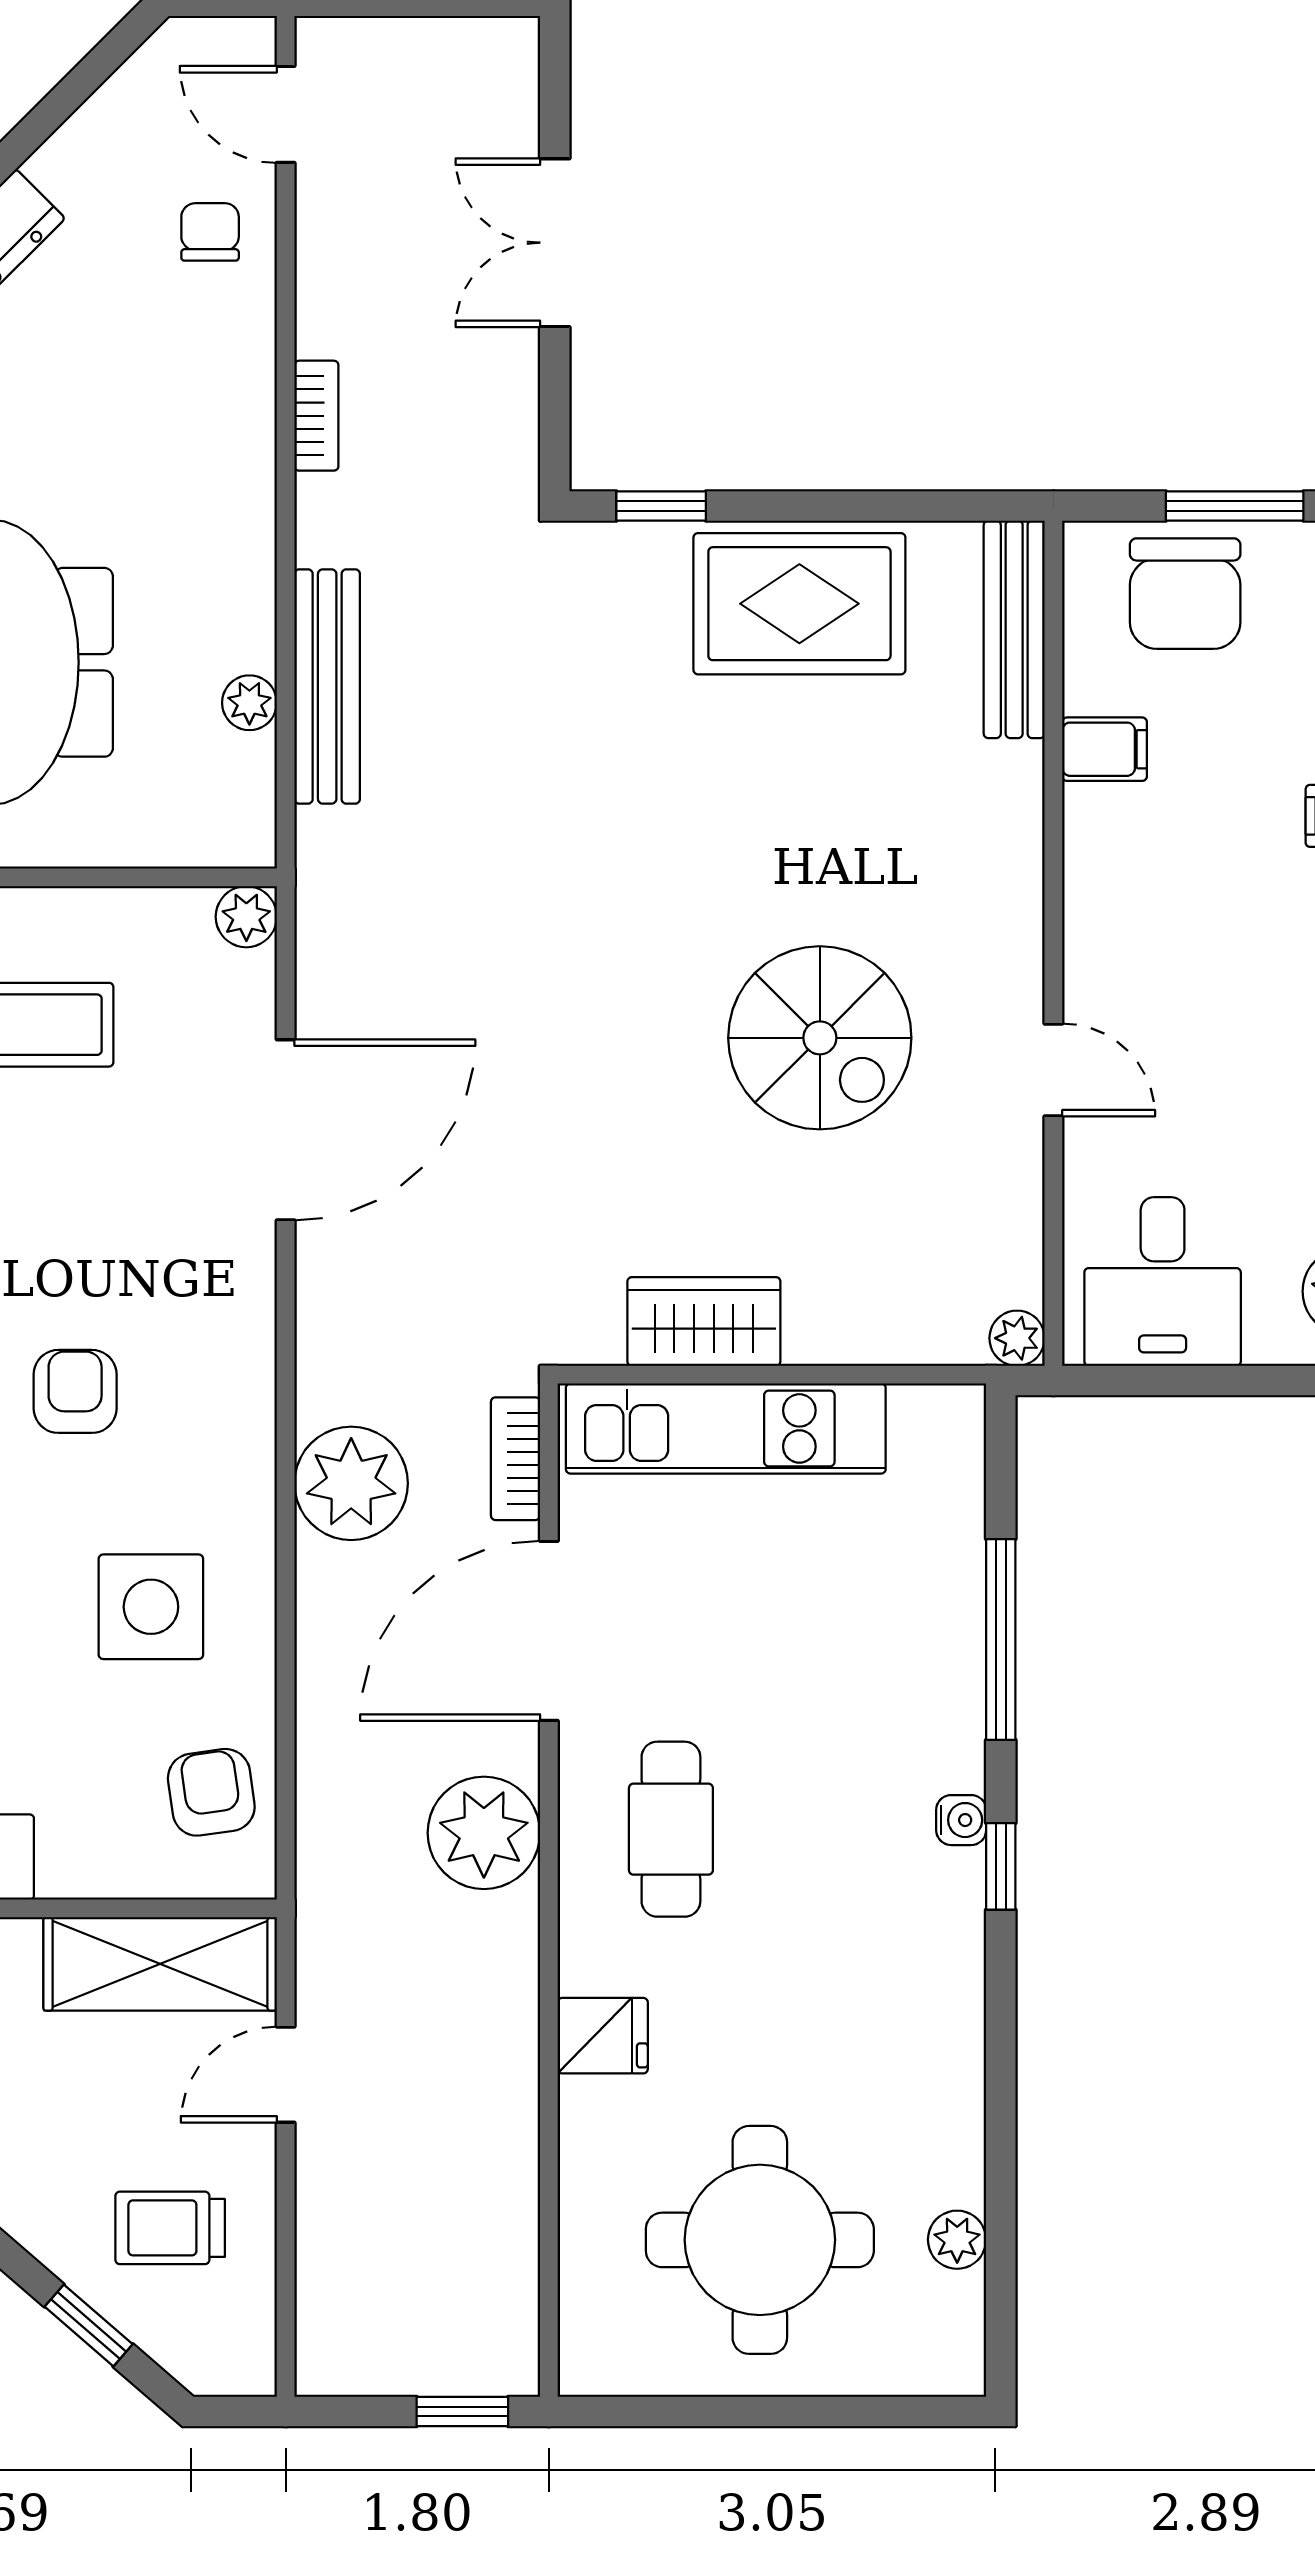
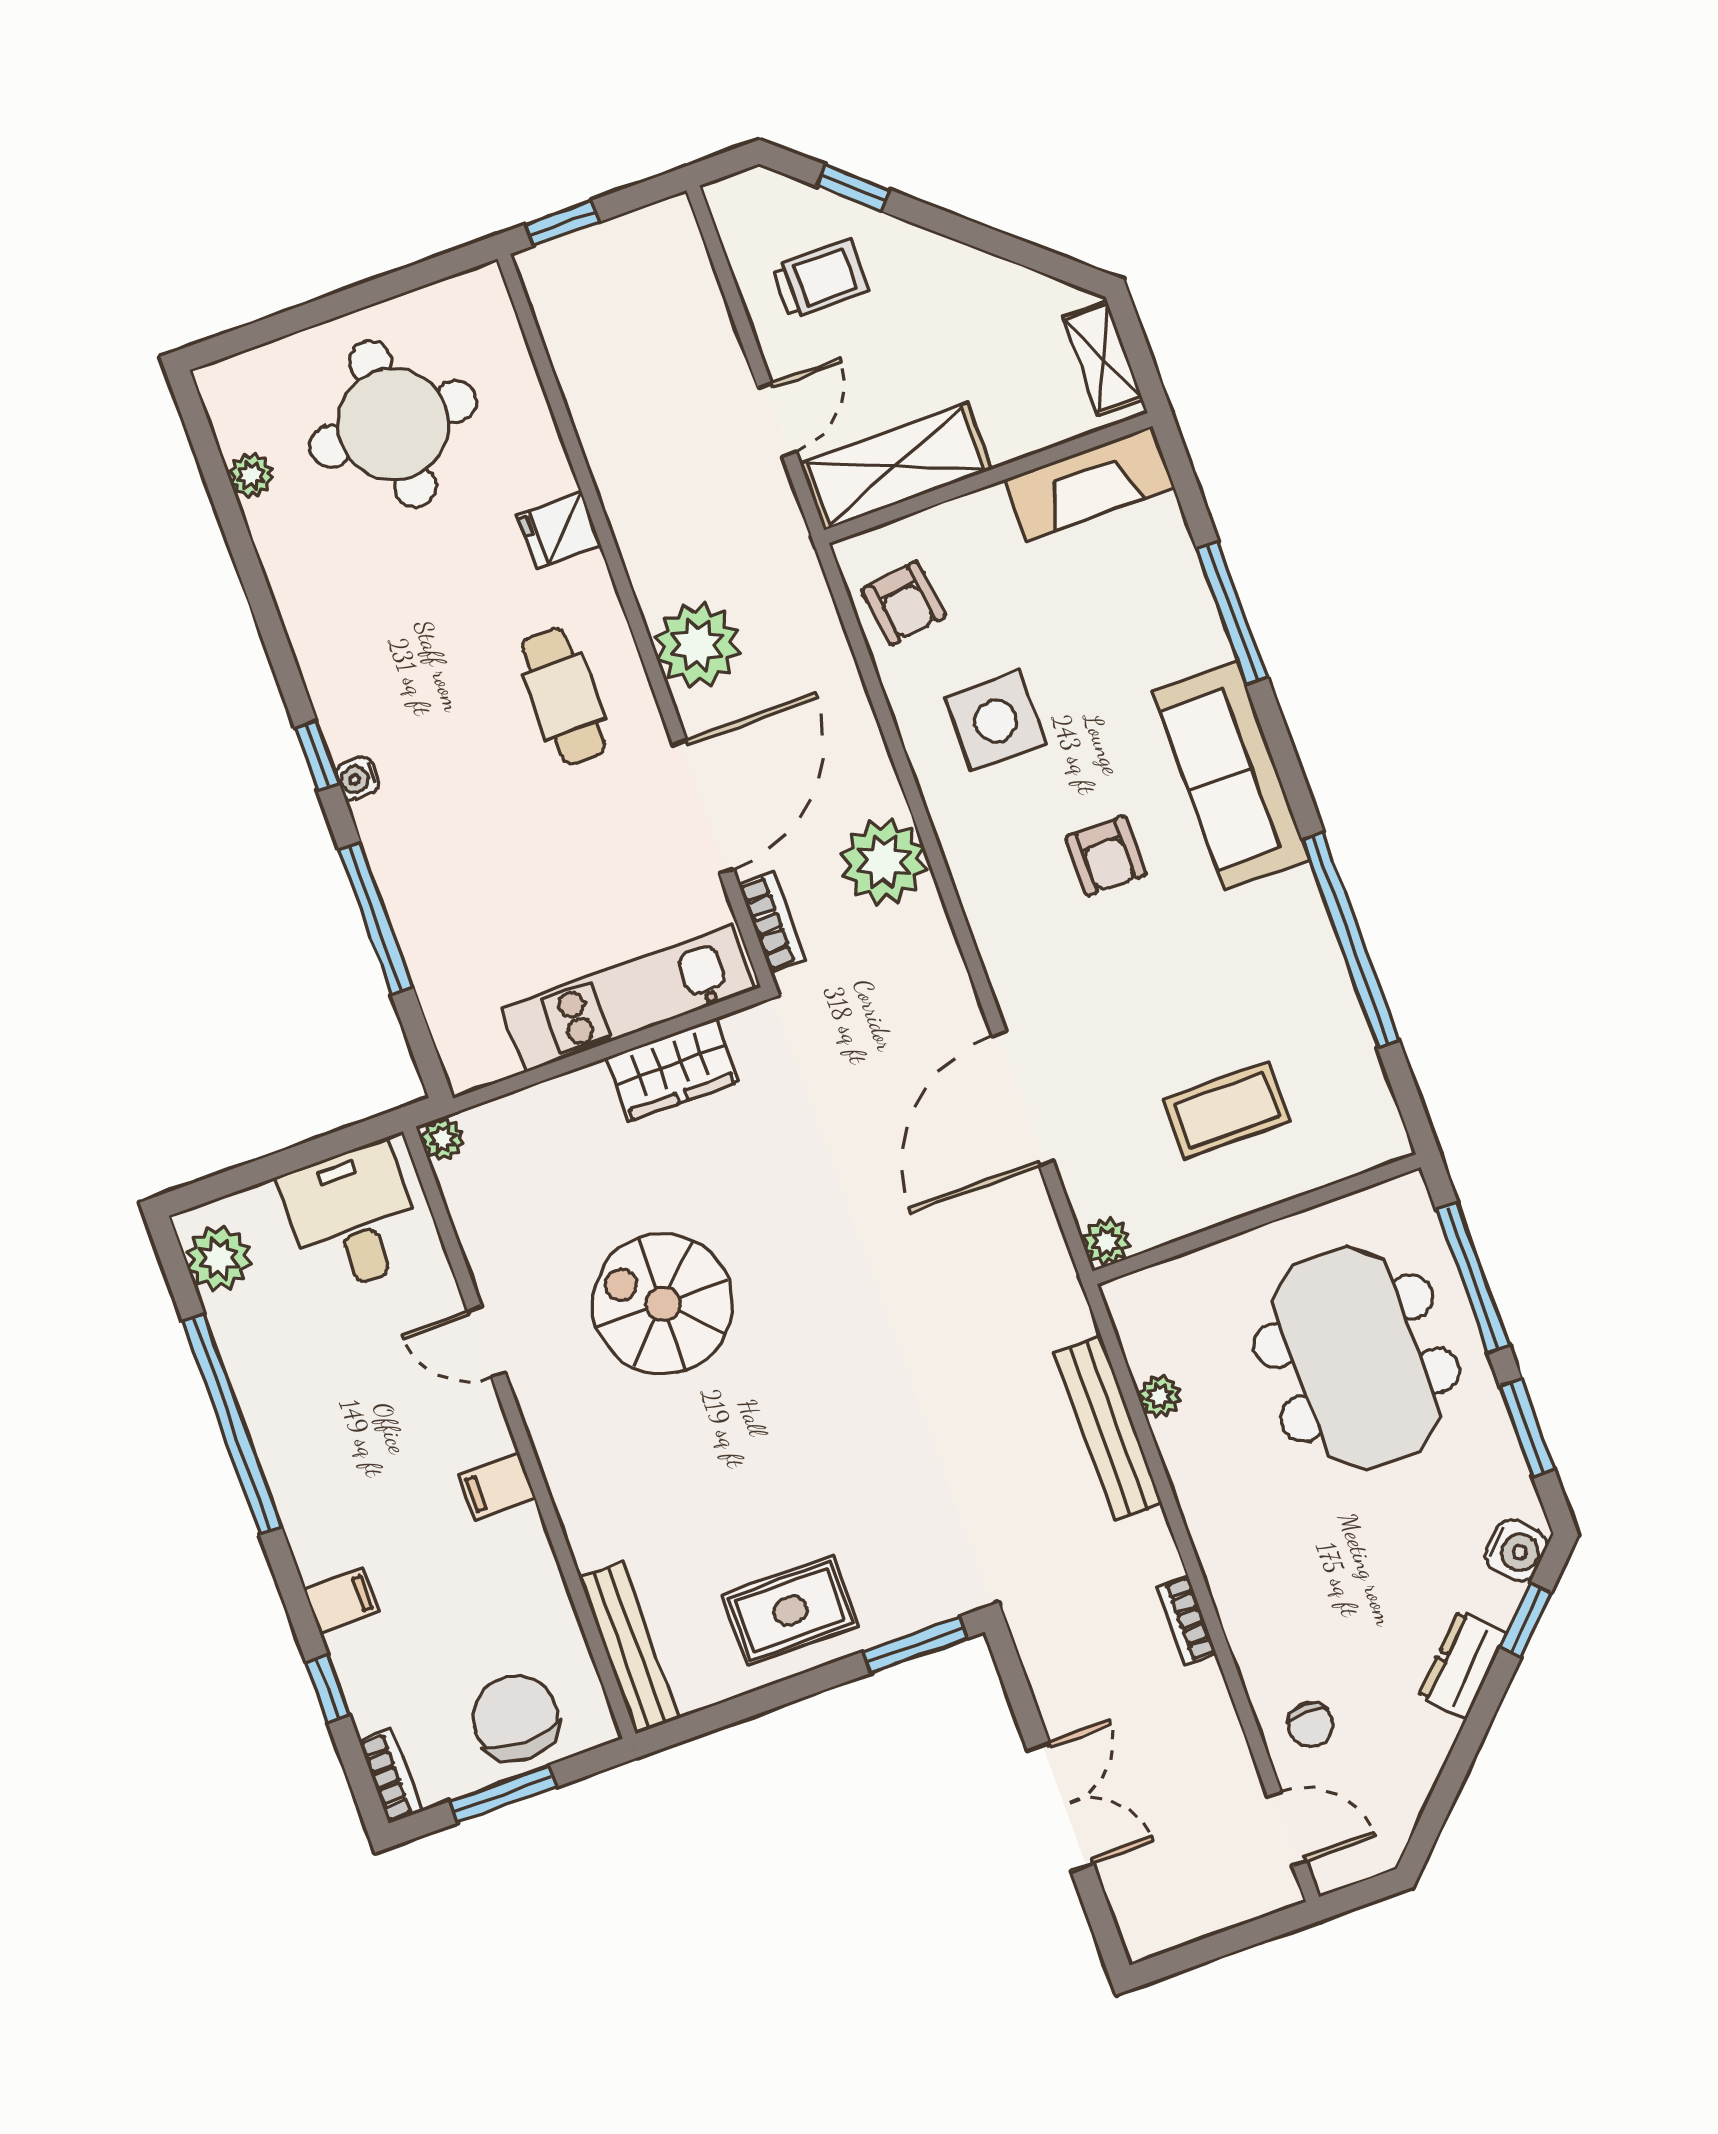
window: (661, 506) -> (915, 1645), width x1.50
rug: (799, 604) -> (790, 1611), width x0.73, depth x0.70
filing cabinet: (1105, 749) -> (497, 1486), moved

